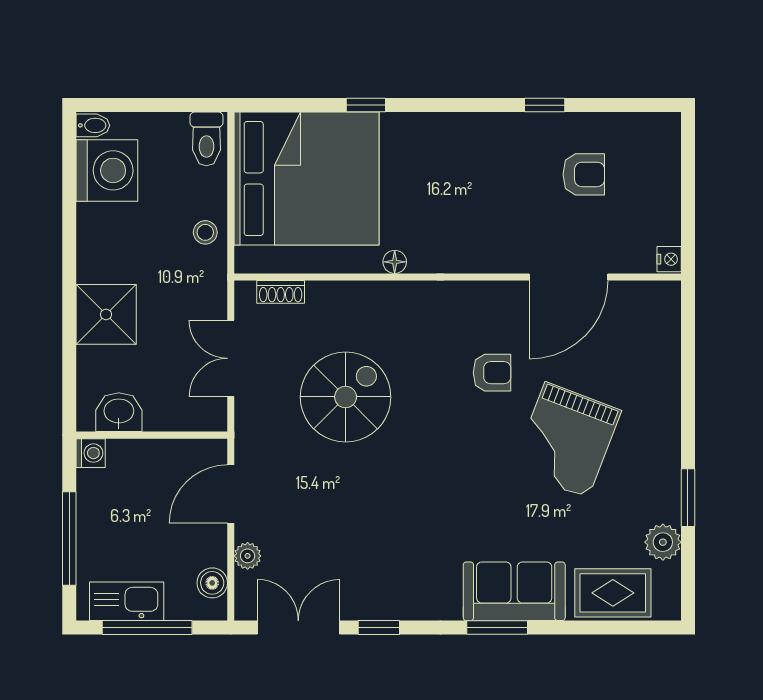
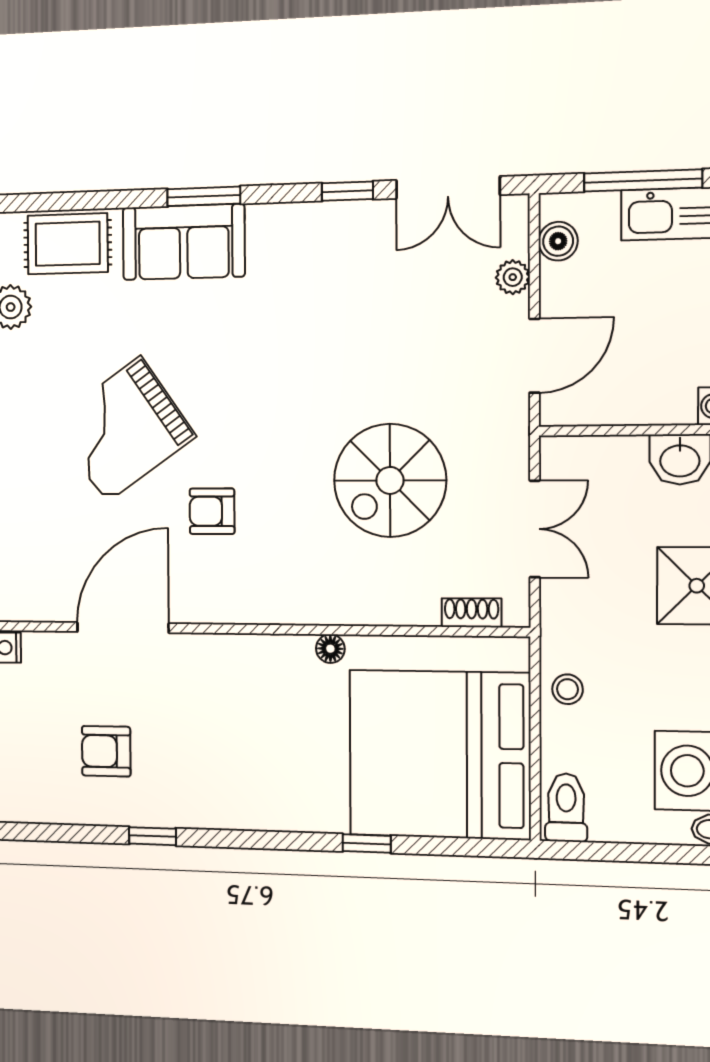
grand piano: (567, 440) -> (123, 429), turned -146

